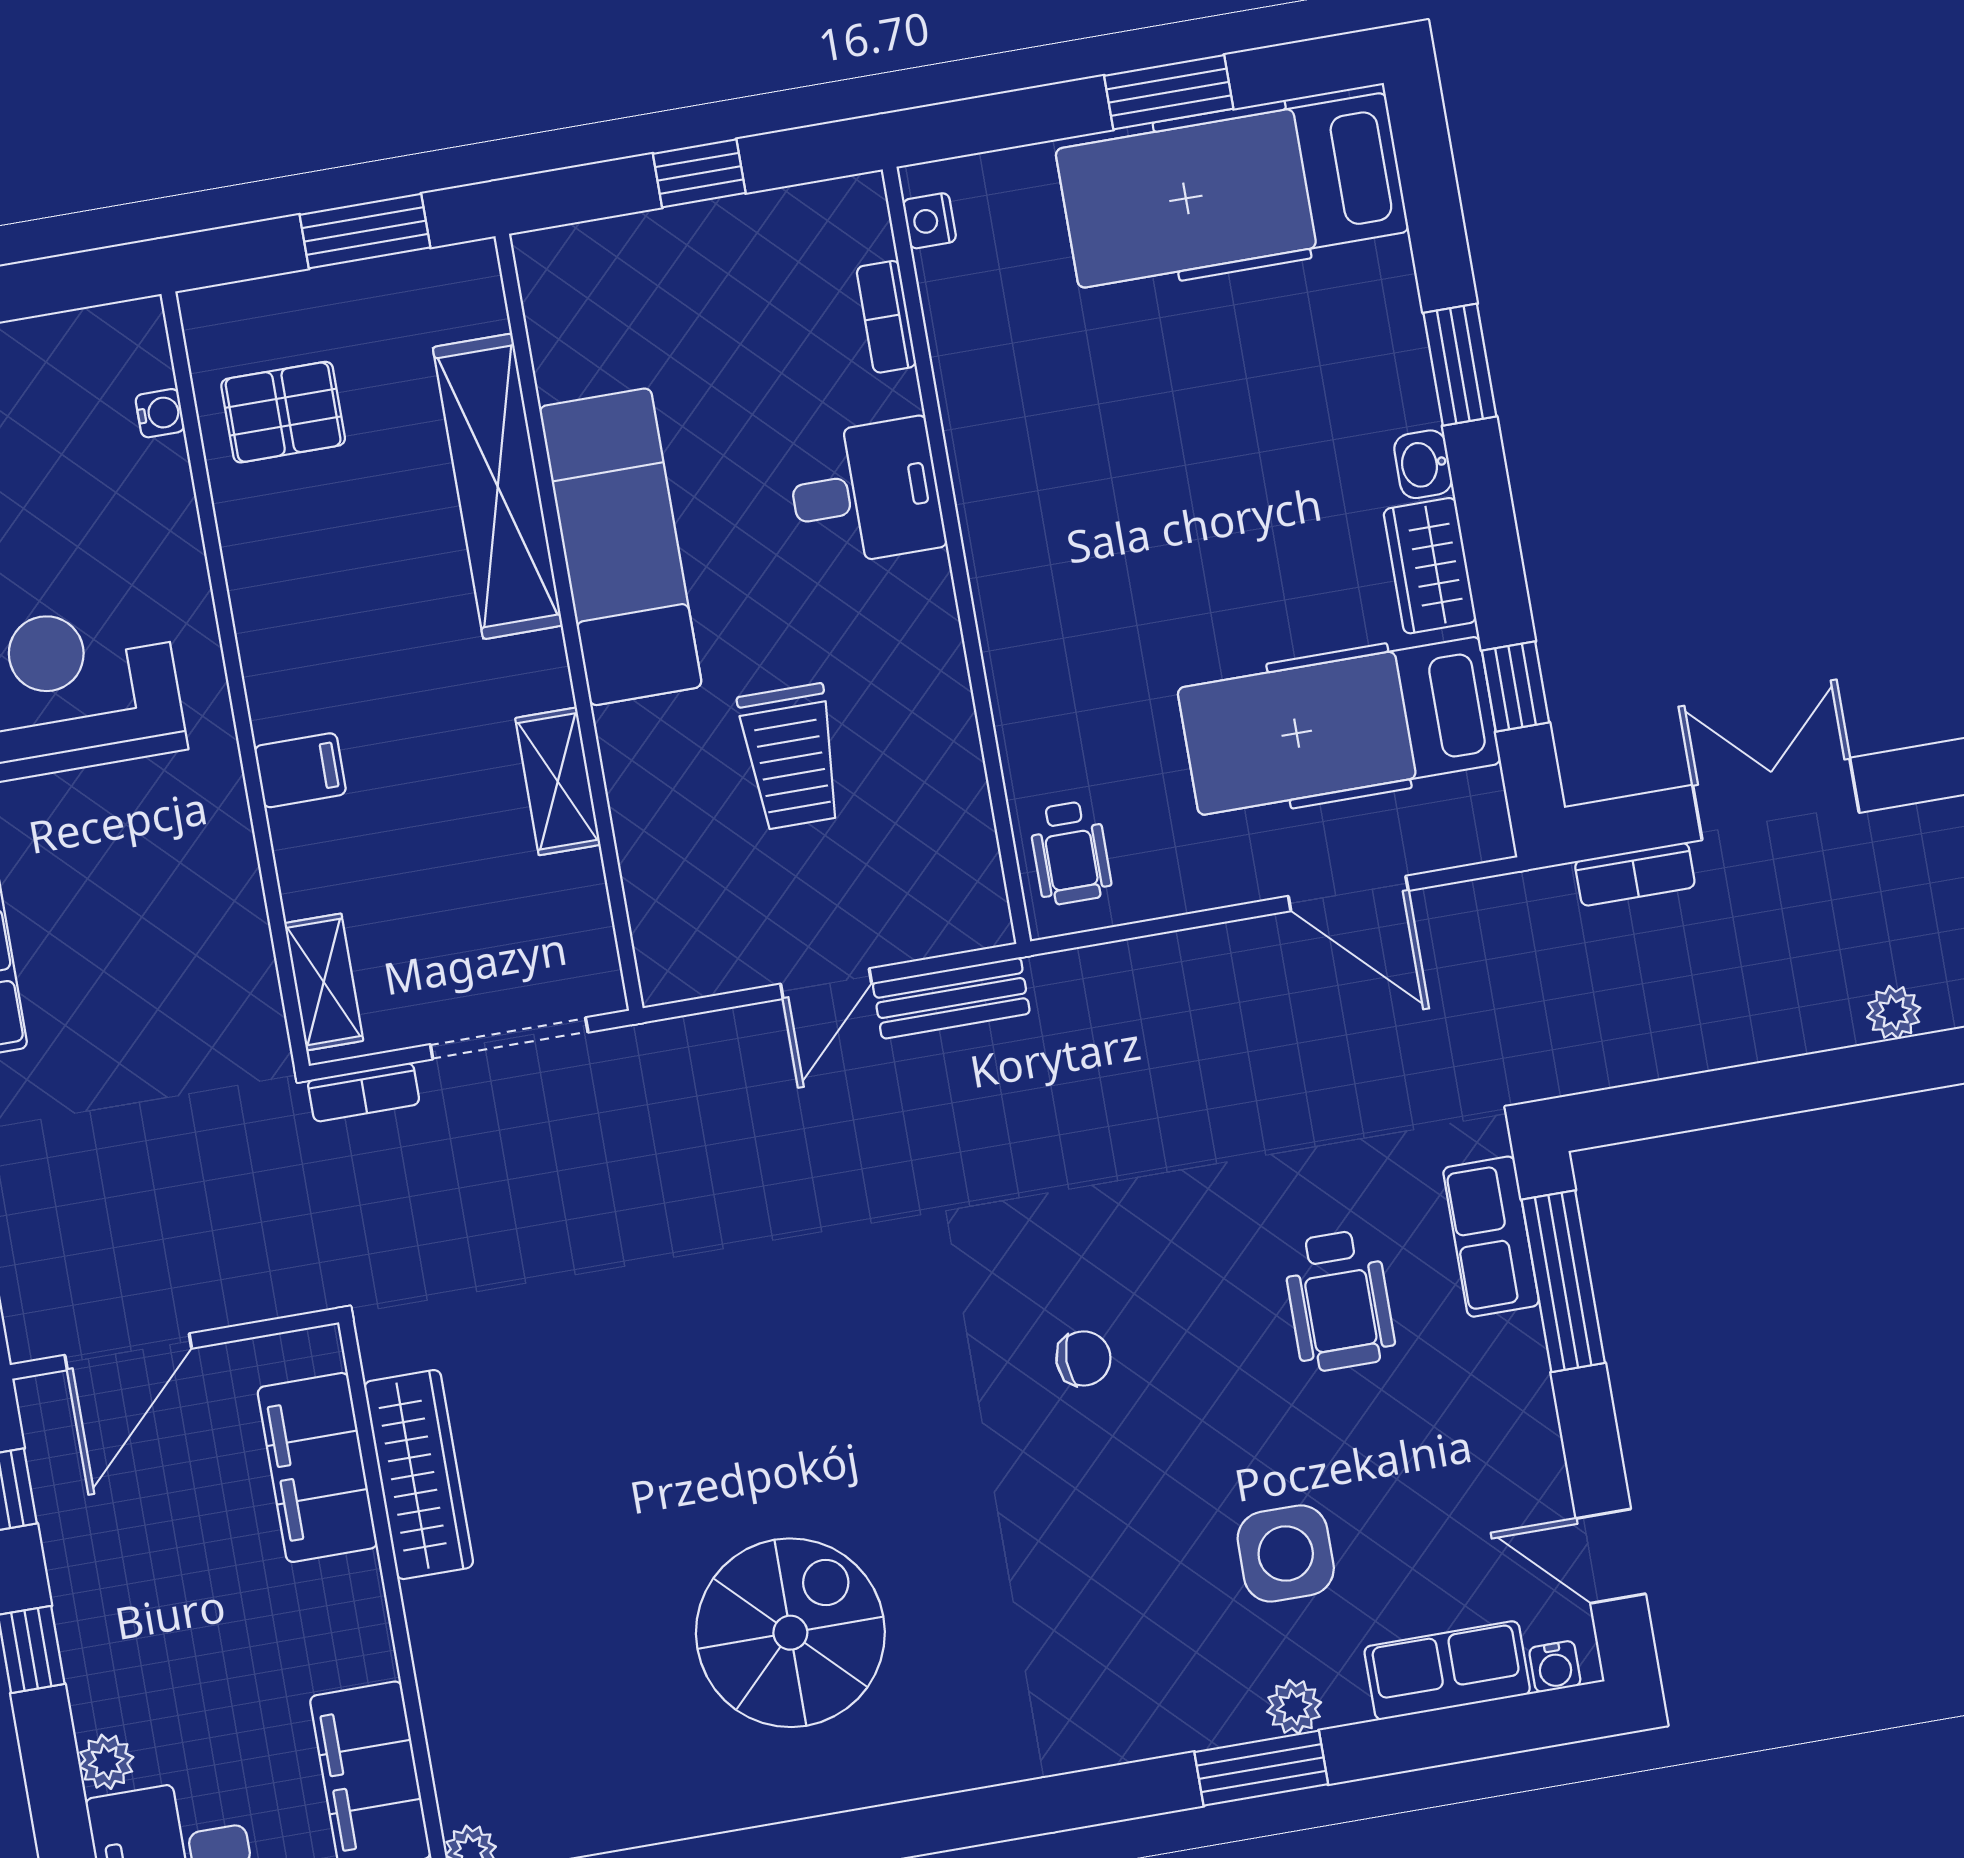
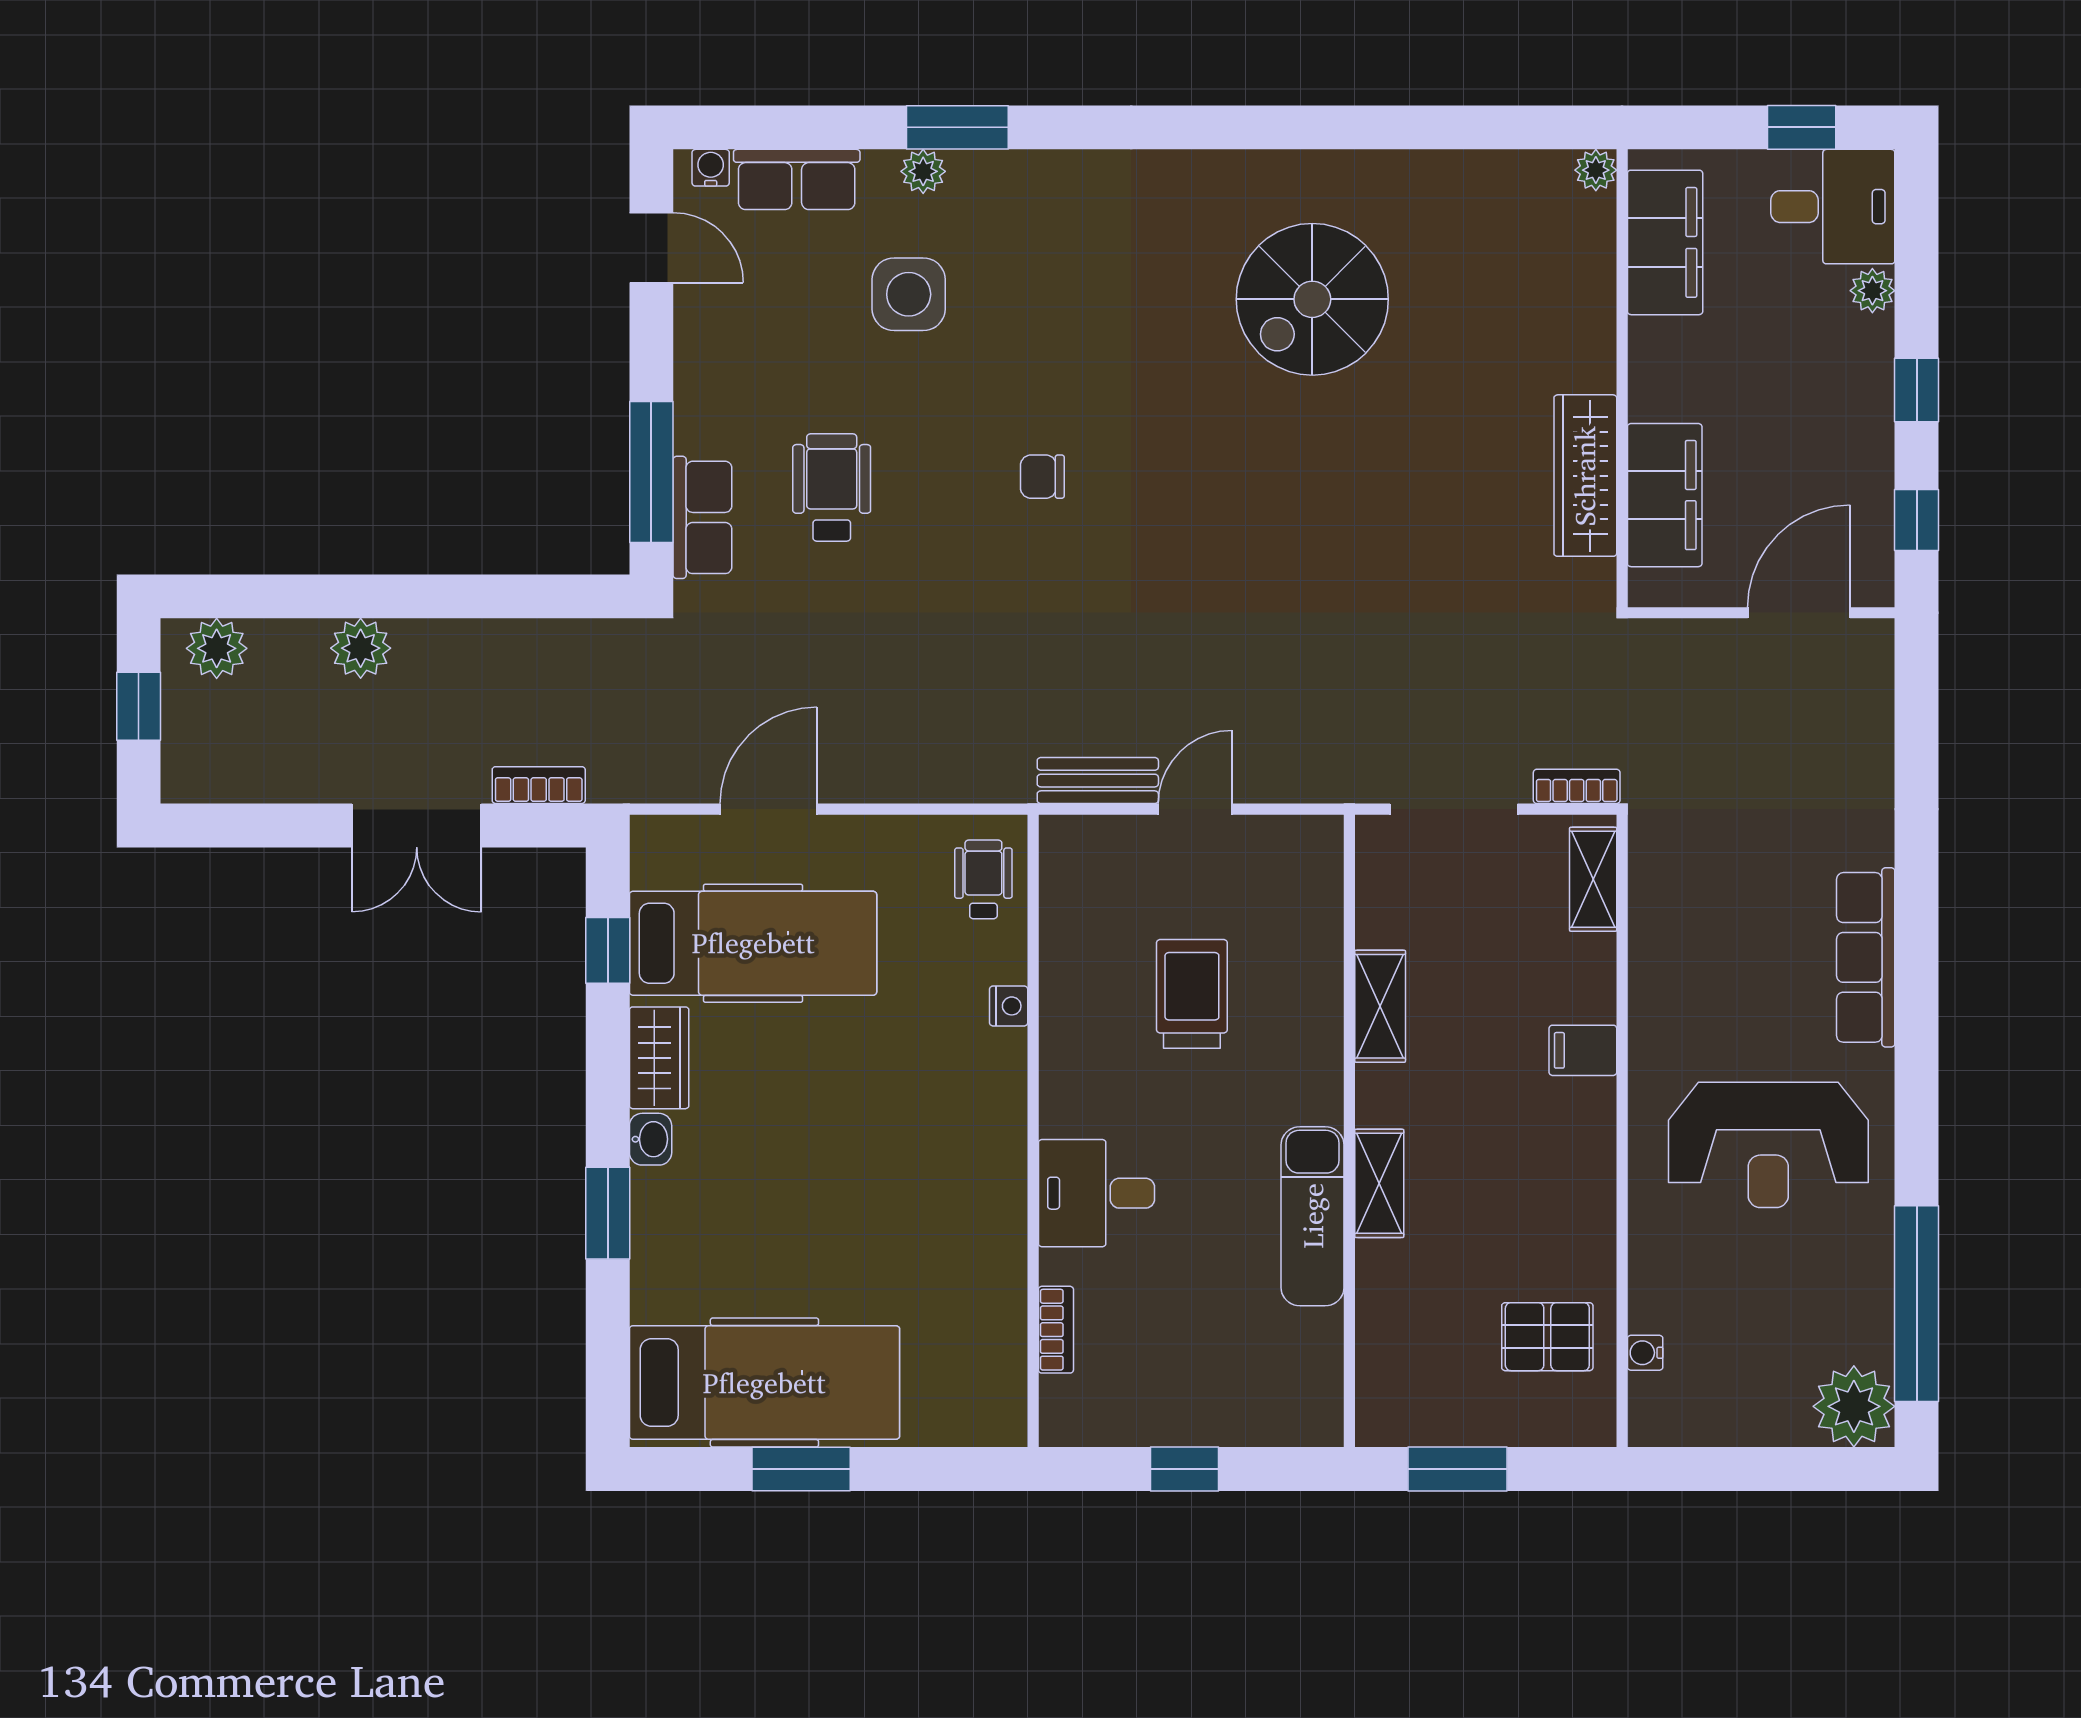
nightstand: (929, 221) -> (1009, 1006), moved
shelving: (498, 486) -> (1379, 1183), width x0.45, depth x0.75
exam couch: (621, 547) -> (1313, 1216), width x0.73, depth x0.69
door: (1348, 893) -> (769, 809), hinge flipped
plant: (1894, 1012) -> (361, 648), width x1.38, depth x1.38

